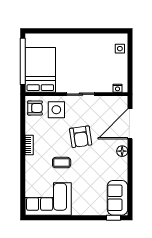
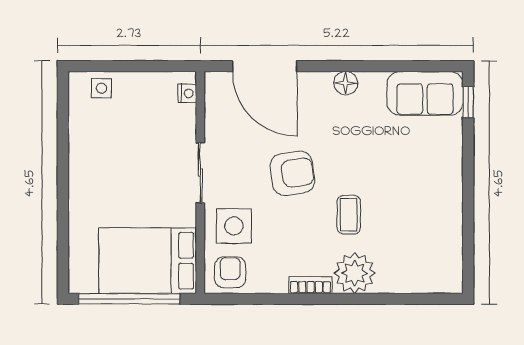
floor lamp: (122, 151) -> (346, 83), moved
plant: (35, 165) -> (355, 273), added
corner sofa: (48, 199) -> (427, 244), removed

